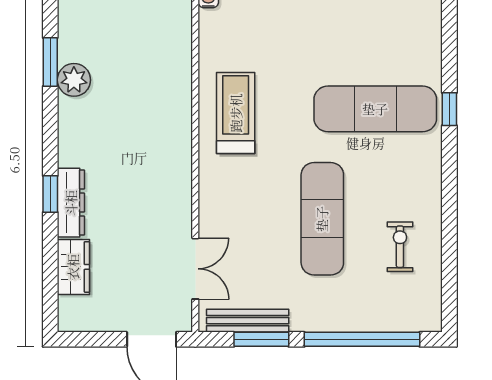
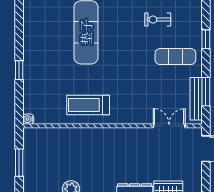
exercise mat: (322, 219) -> (175, 57), moved, width x0.73, depth x0.69
window: (362, 339) -> (206, 39), width x0.32

